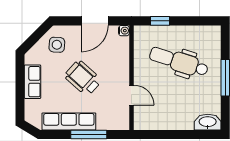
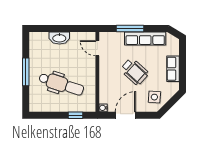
door: (131, 95) -> (97, 48), moved
washbasin: (208, 122) -> (59, 38), moved

